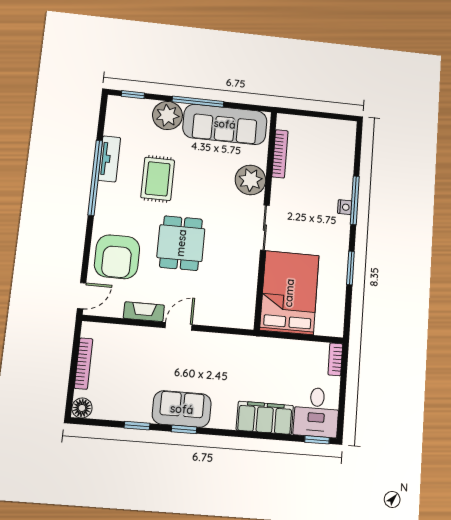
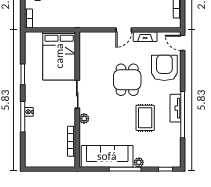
plant: (168, 115) -> (139, 162), width x0.53, depth x0.53
tv unit: (109, 159) -> (175, 108), moved
plant: (250, 180) -> (84, 119), width x0.53, depth x0.53
door: (82, 296) -> (183, 43), hinge flipped

